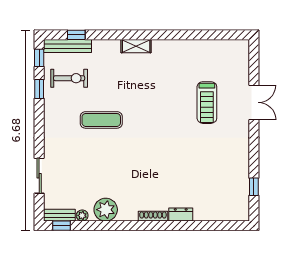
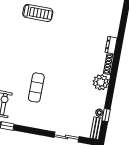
plant: (106, 210) -> (101, 82), moved
window: (62, 226) -> (106, 115), moved

